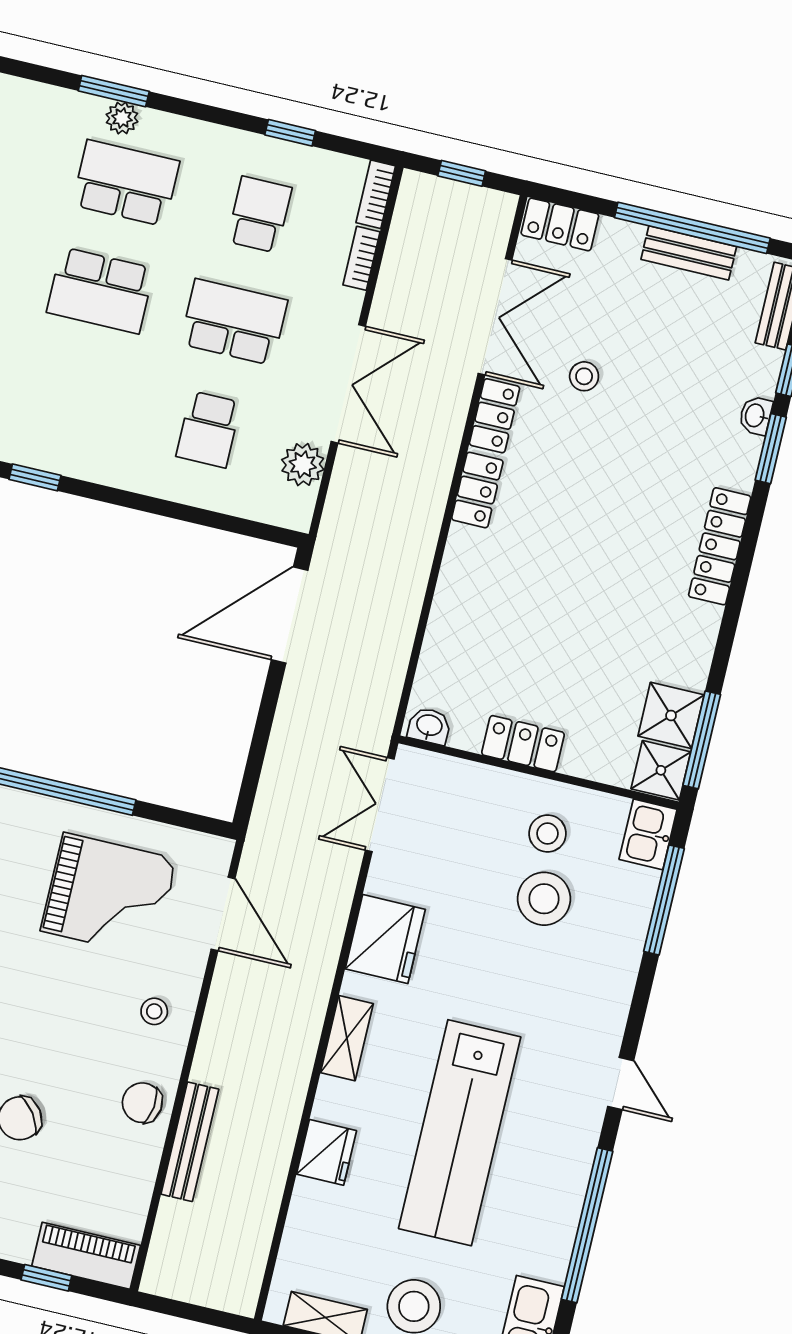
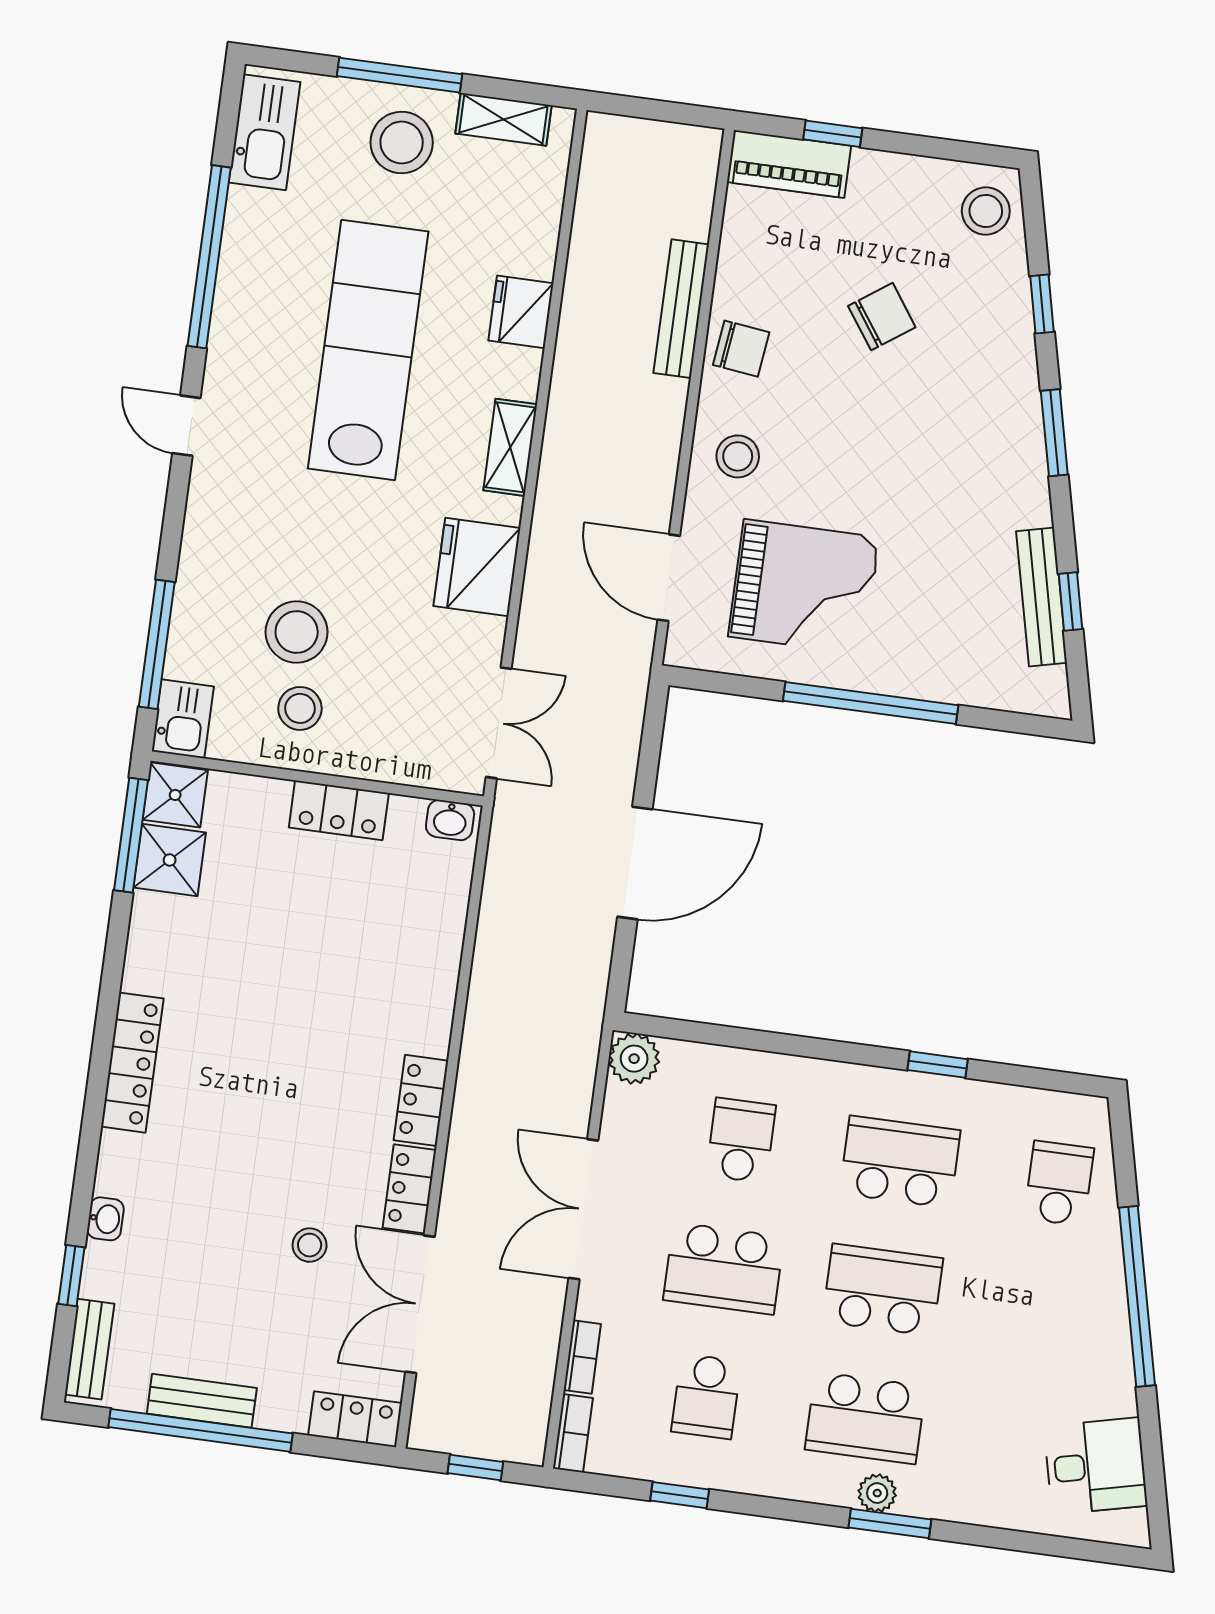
school desk: (75, 398) -> (900, 1162), added
window: (771, 449) -> (84, 1182), removed
plant: (303, 465) -> (634, 1059), moved
door: (290, 615) -> (635, 863), moved
grand piano: (109, 895) -> (804, 587), turned 180
stool: (154, 1011) -> (738, 456), width x1.37, depth x1.37

